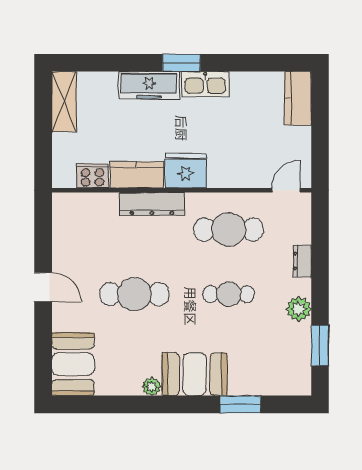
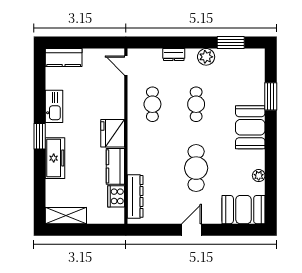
kitchen sink: (205, 84) -> (54, 106), moved
dresser: (152, 204) -> (135, 196), moved
cafe table: (229, 230) -> (152, 104), width x0.73, depth x0.74
plant: (152, 387) -> (259, 176), moved

